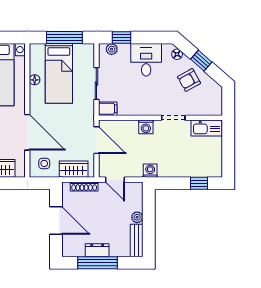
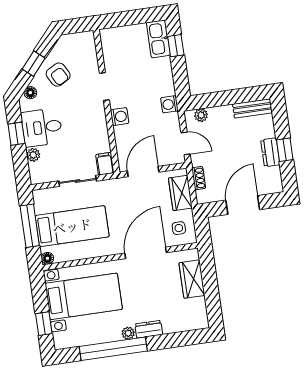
window: (121, 37) -> (16, 134), moved
plant: (112, 49) -> (33, 155), moved
floor lamp: (35, 80) -> (47, 258), moved
kitchen sink: (206, 128) -> (158, 39), moved, turned 180
door: (115, 180) -> (186, 143), hinge flipped
shoe rack: (84, 186) -> (199, 178), width x0.70
plant: (137, 217) -> (201, 115), moved
window: (98, 263) -> (285, 150), width x0.46

